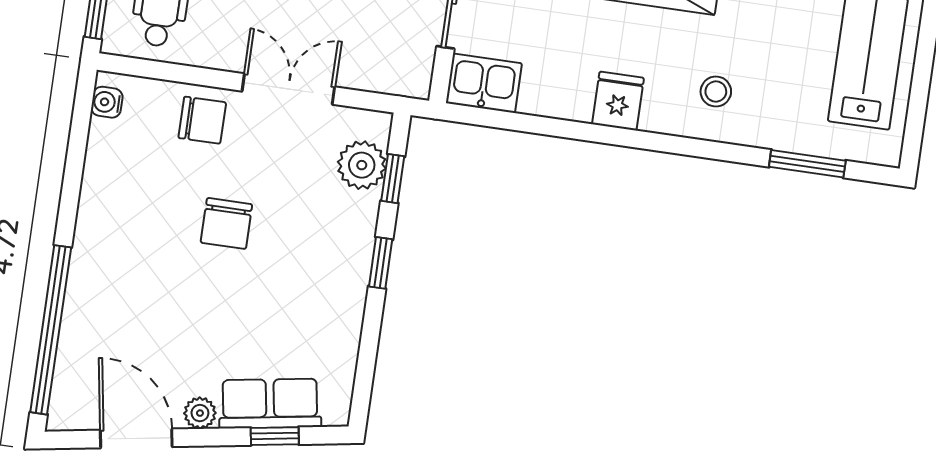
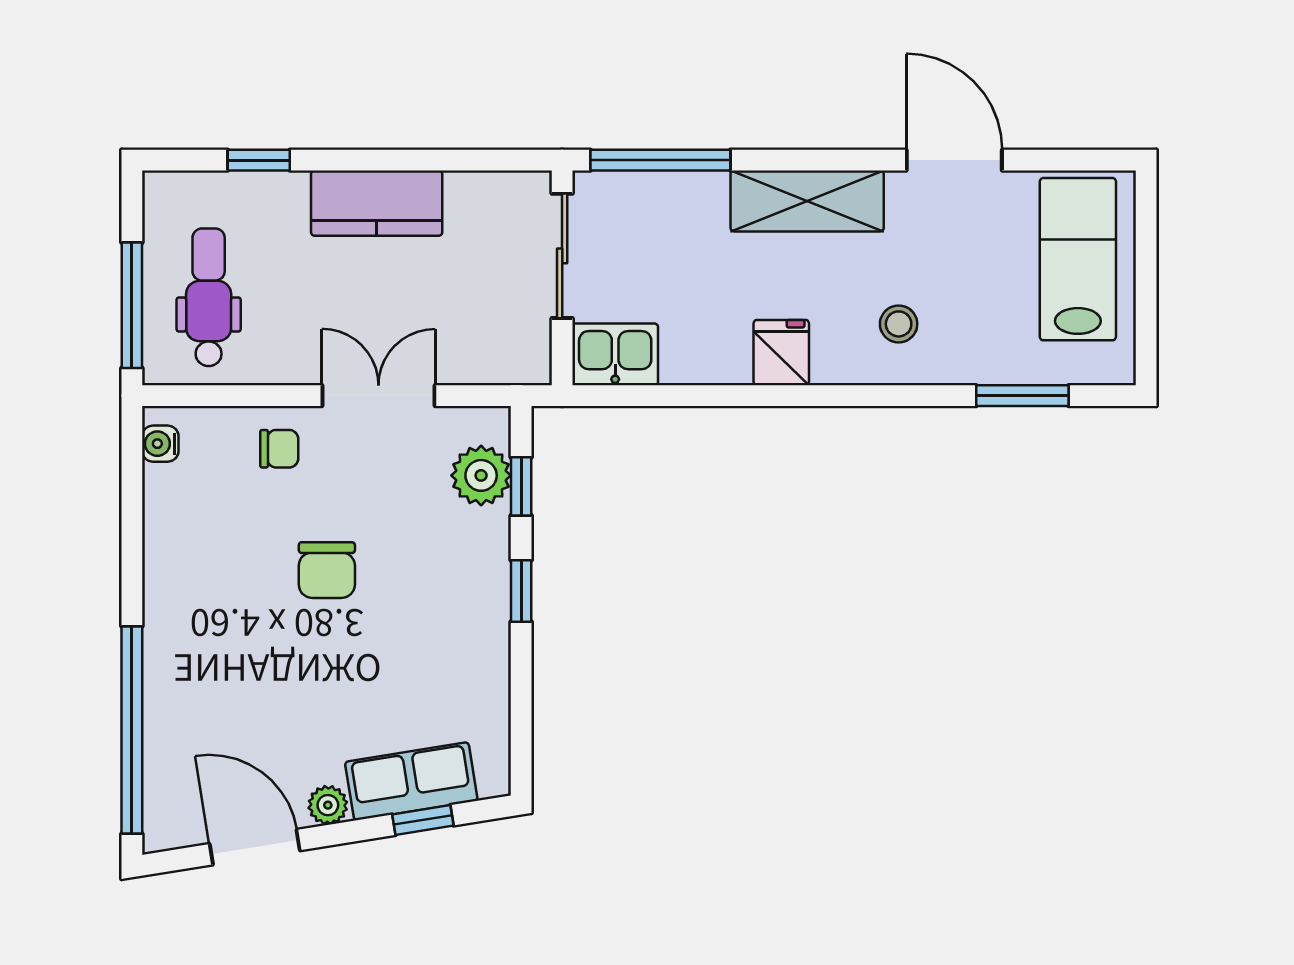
chair: (202, 120) -> (279, 449), width x0.73, depth x0.73

